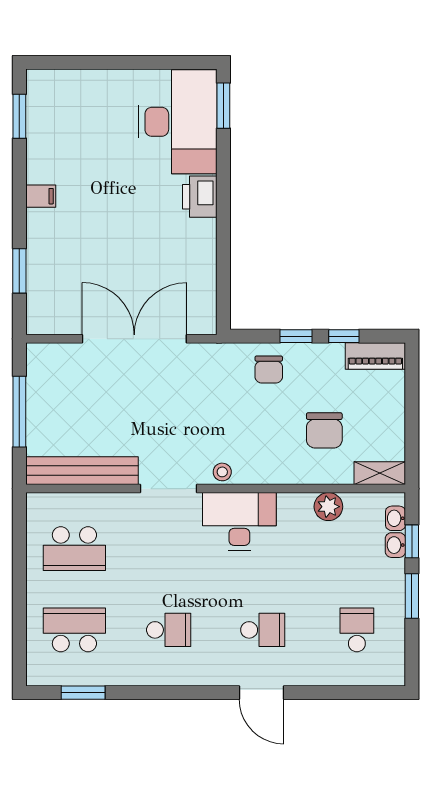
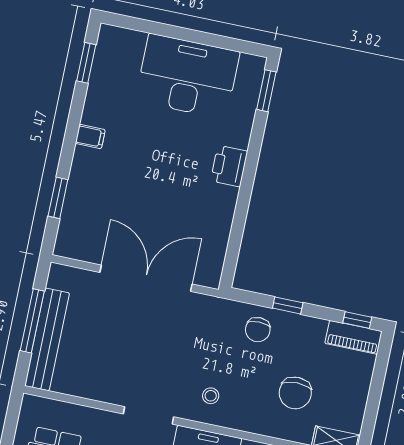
desk: (178, 122) -> (187, 76), moved, turned -90
window: (344, 336) -> (357, 320), moved
bench: (82, 471) -> (47, 339), moved, turned 90
stool: (222, 472) -> (211, 396), moved

